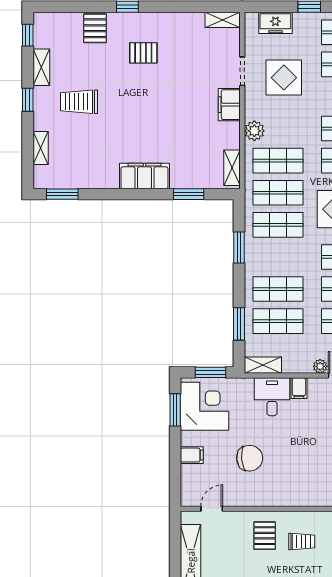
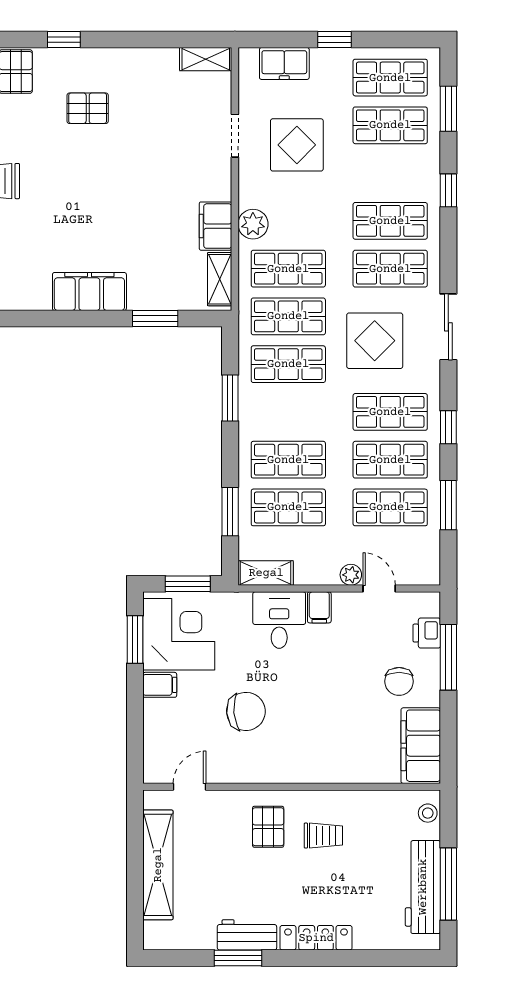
filing cabinet: (229, 105) -> (215, 226), moved
filing cabinet: (192, 455) -> (160, 685), moved

